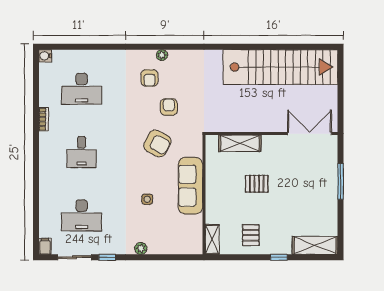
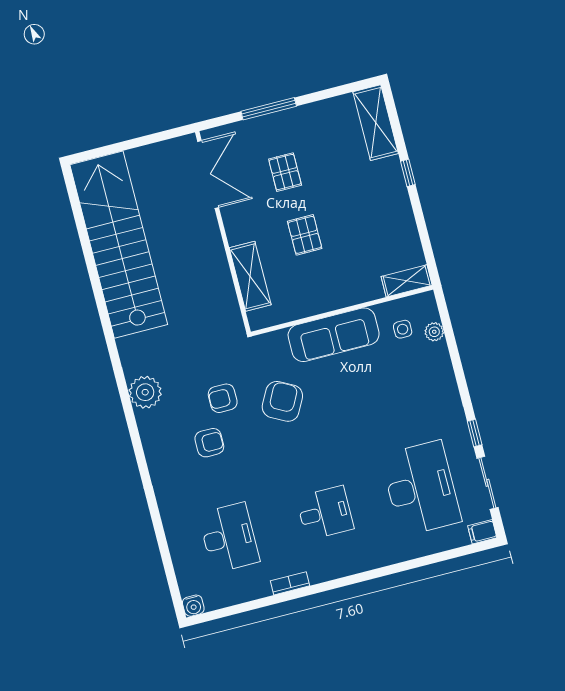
plant: (162, 55) -> (145, 392), moved, width x1.87, depth x1.87
armchair: (150, 78) -> (209, 443), moved
double door: (310, 134) -> (208, 174), swing flipped
side table: (147, 199) -> (403, 329), moved
desk: (82, 215) -> (421, 488), width x1.36, depth x1.30
pallet: (251, 235) -> (285, 172), moved, turned 90
plant: (141, 248) -> (434, 332), moved

